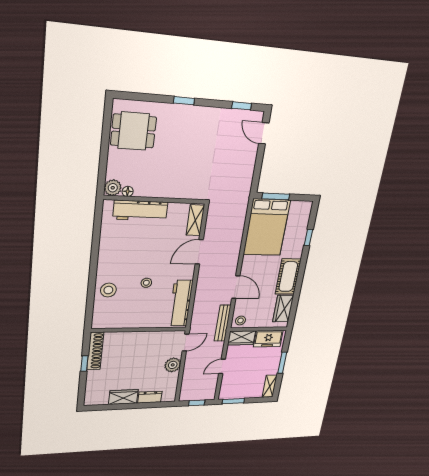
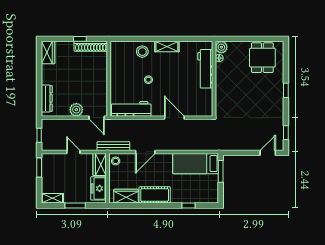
shelving: (195, 220) -> (167, 47), moved
bed: (267, 227) -> (196, 164), width x0.67
wardrobe: (123, 397) -> (48, 53), moved
dresser: (150, 397) -> (47, 98), width x1.44

